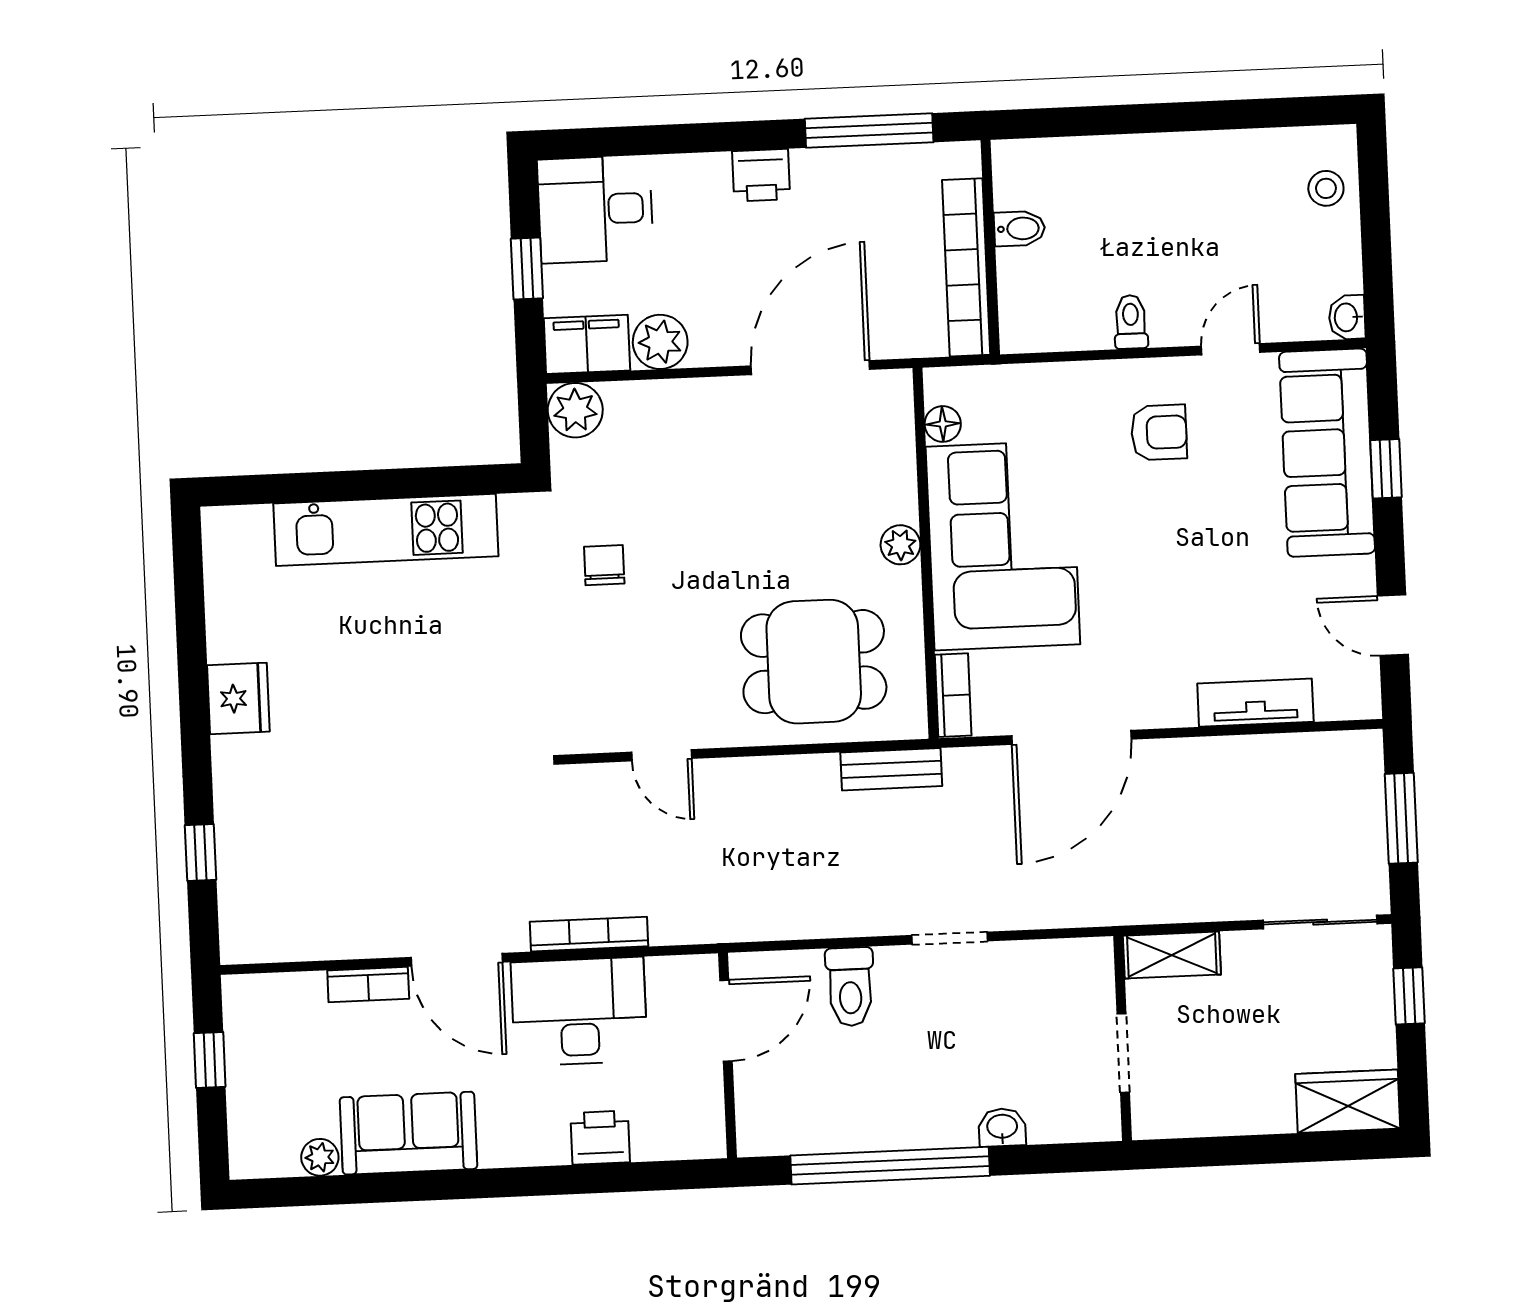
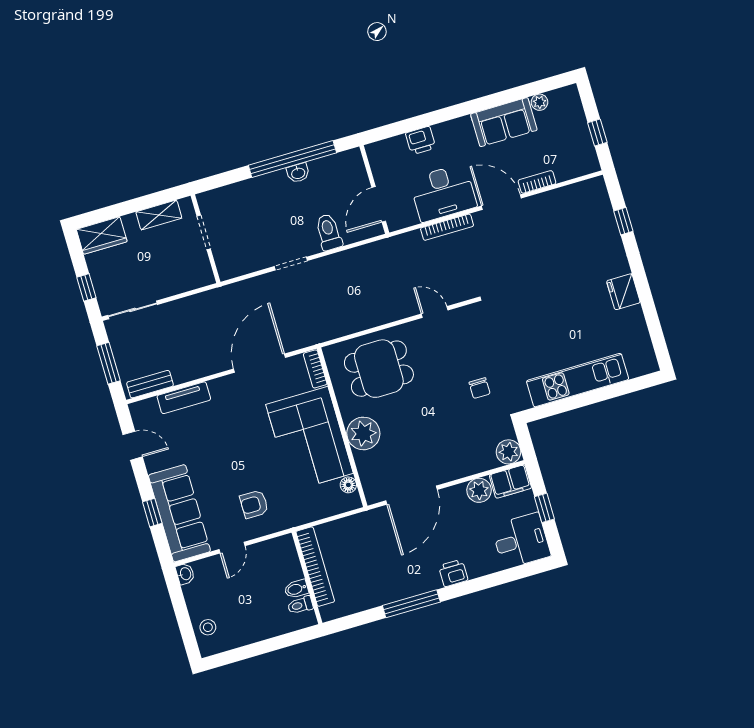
bidet: (1019, 229) -> (296, 589), moved
wall: (990, 247) -> (307, 578), moved
bookcase: (966, 267) -> (315, 567), moved
toilet: (1131, 322) -> (300, 605), moved, turned 90
plant: (900, 545) -> (363, 433), width x1.88, depth x1.88
bench: (891, 769) -> (150, 384), moved
shelving: (1172, 955) -> (159, 215), moved
washbasin: (1002, 1127) -> (298, 173), moved

